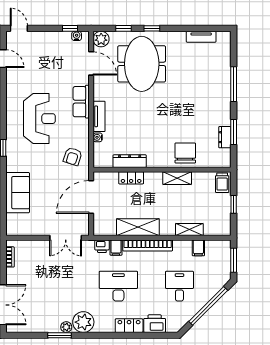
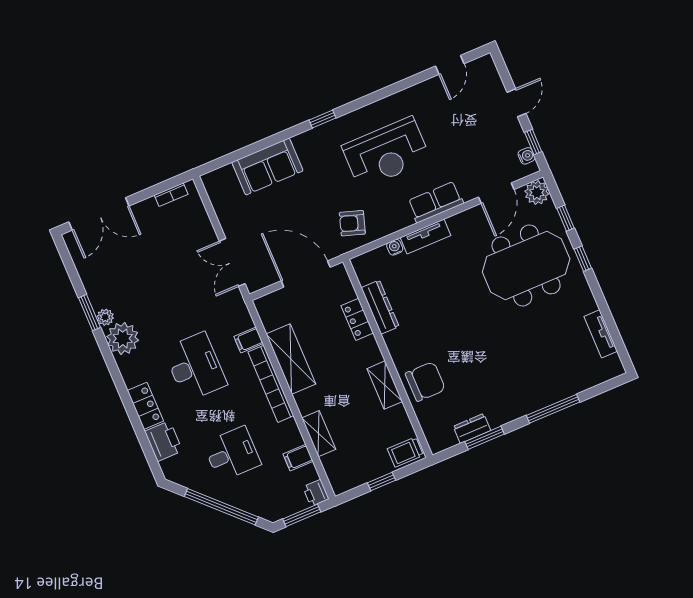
door: (19, 28) -> (517, 103), moved
printer: (102, 246) -> (316, 493), moved

